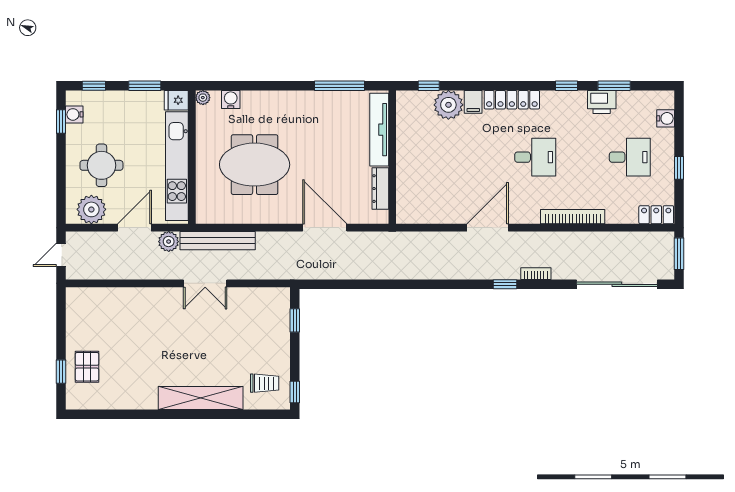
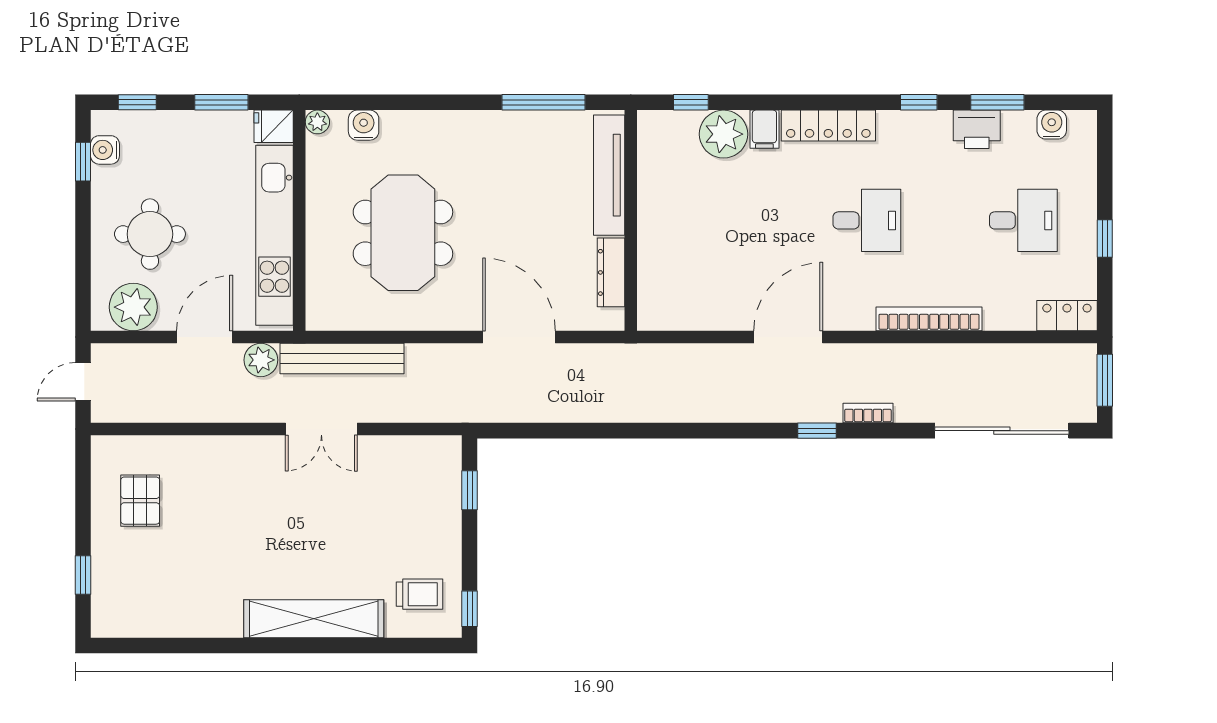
water cooler: (666, 118) -> (1052, 125), moved, turned -90
meeting table: (255, 165) -> (403, 233), turned 90
pallet: (87, 367) -> (140, 501), moved

